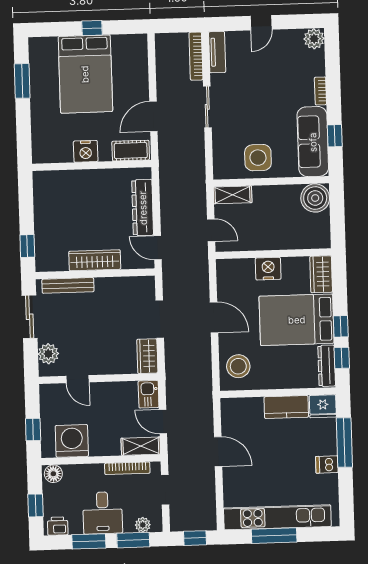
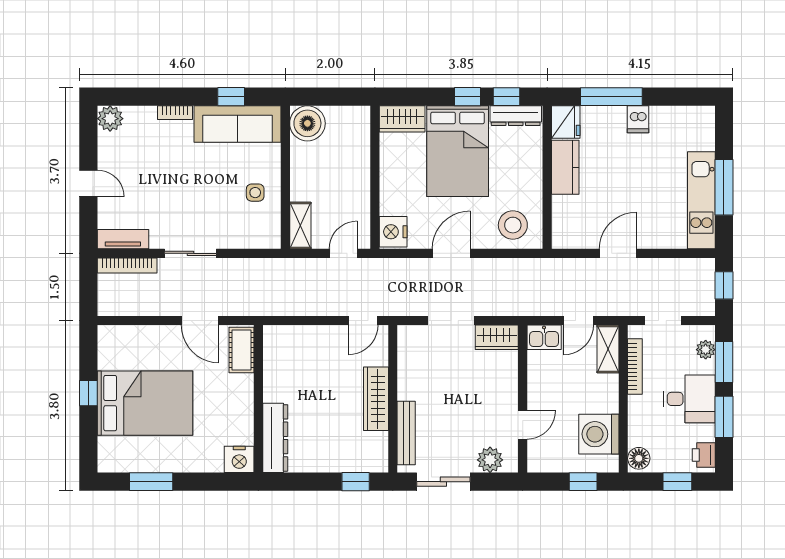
nightstand: (86, 151) -> (239, 459), moved, turned 90
side table: (258, 158) -> (255, 193), width x0.54, depth x0.54
dresser: (143, 208) -> (275, 438), moved, turned -90
nightstand: (268, 269) -> (393, 232), moved
kitchen unit: (277, 517) -> (701, 200), width x0.73

